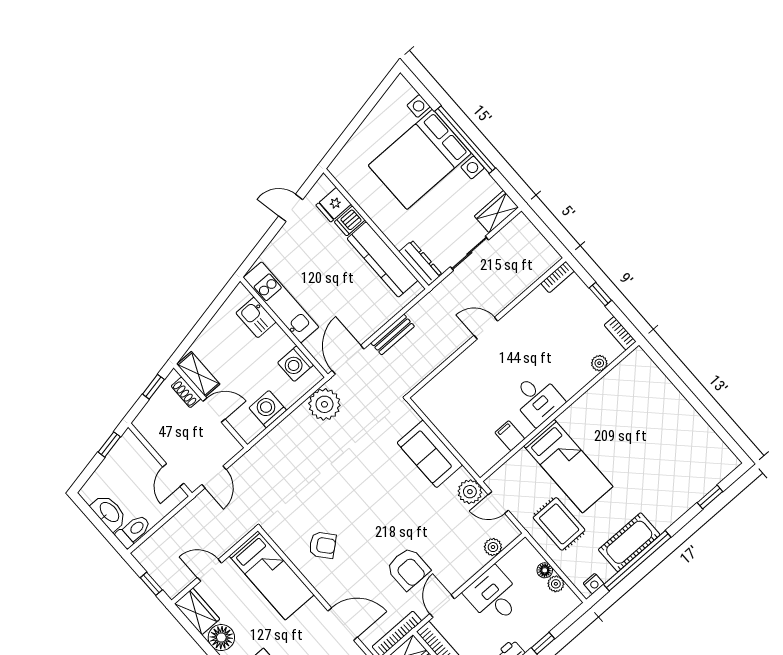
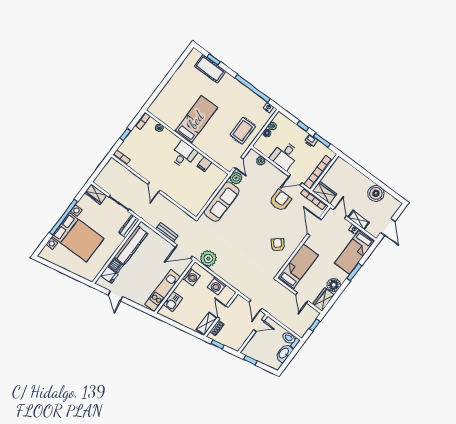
sofa: (430, 454) -> (222, 202), width x1.36
bed: (568, 466) -> (196, 120), moved
door: (214, 477) -> (256, 305), swing flipped
cot: (629, 542) -> (210, 69), moved

